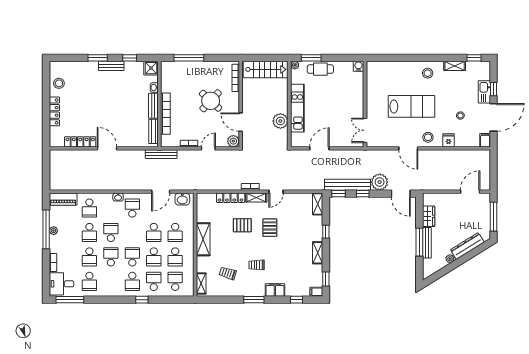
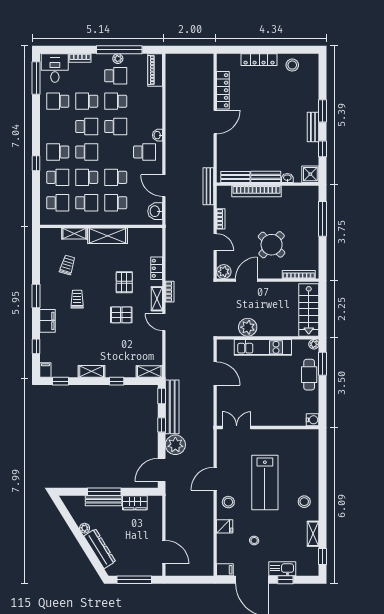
locker: (231, 198) -> (157, 268), width x0.66
school desk: (89, 208) -> (116, 76), moved, turned 180
school desk: (175, 257) -> (87, 203), turned 180
shelving: (201, 283) -> (74, 234), moved

